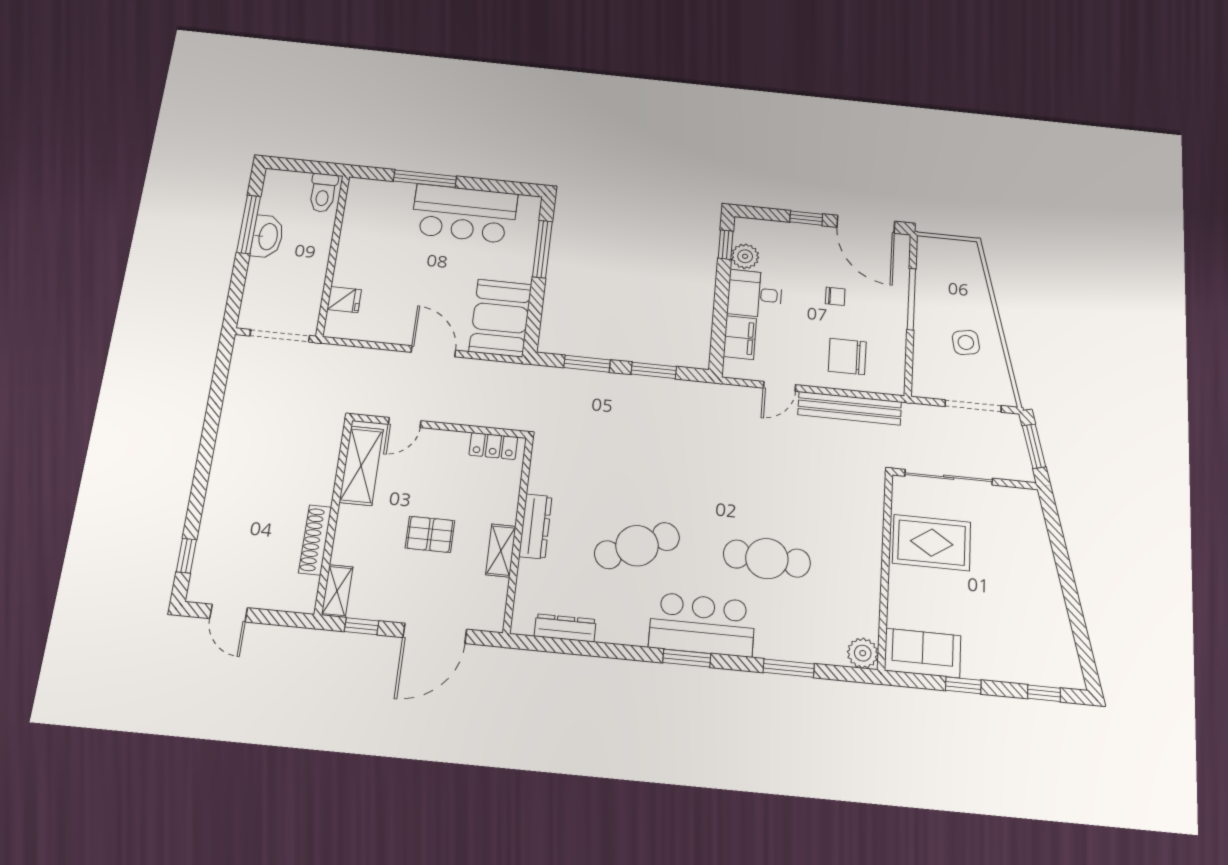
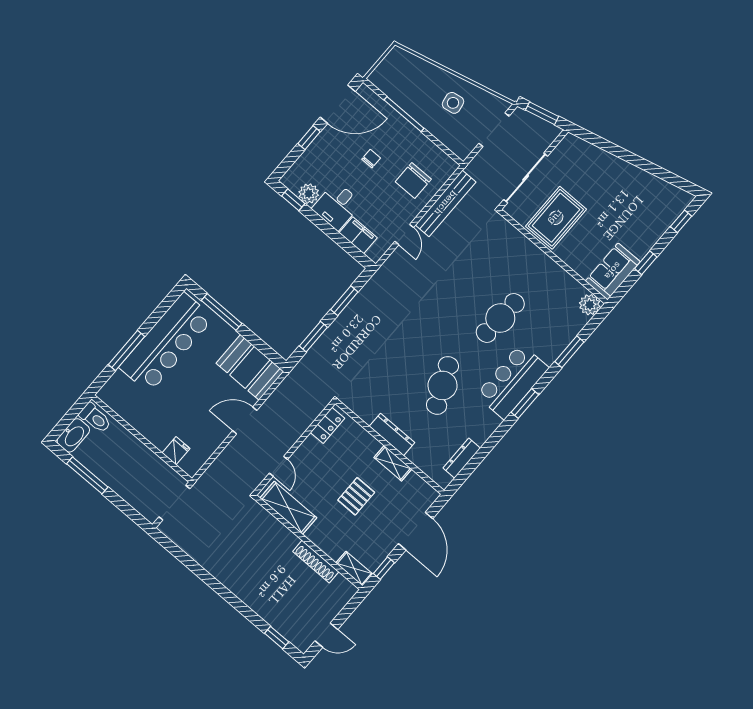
bar counter: (464, 214) -> (166, 343), width x1.36
washbasin: (267, 237) -> (73, 435), moved, turned 90

